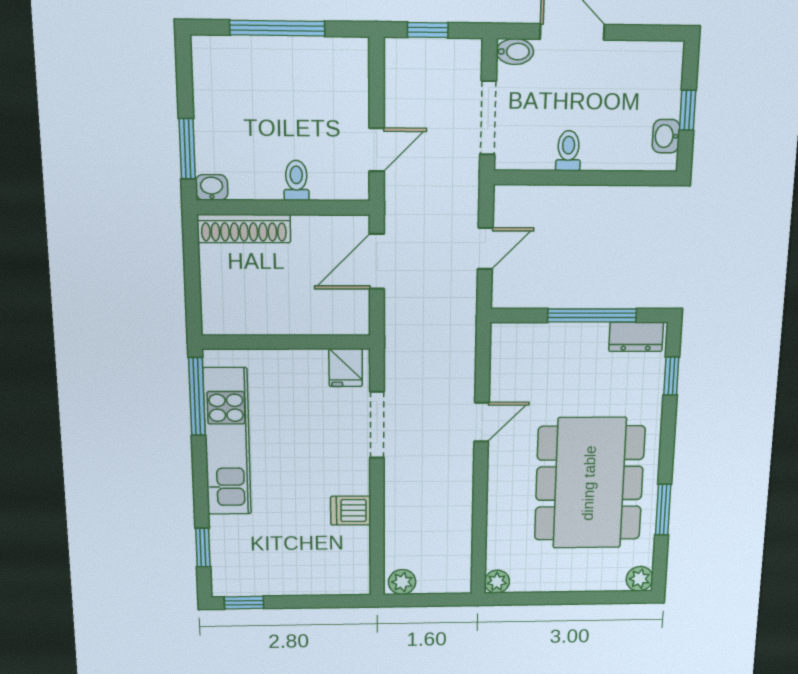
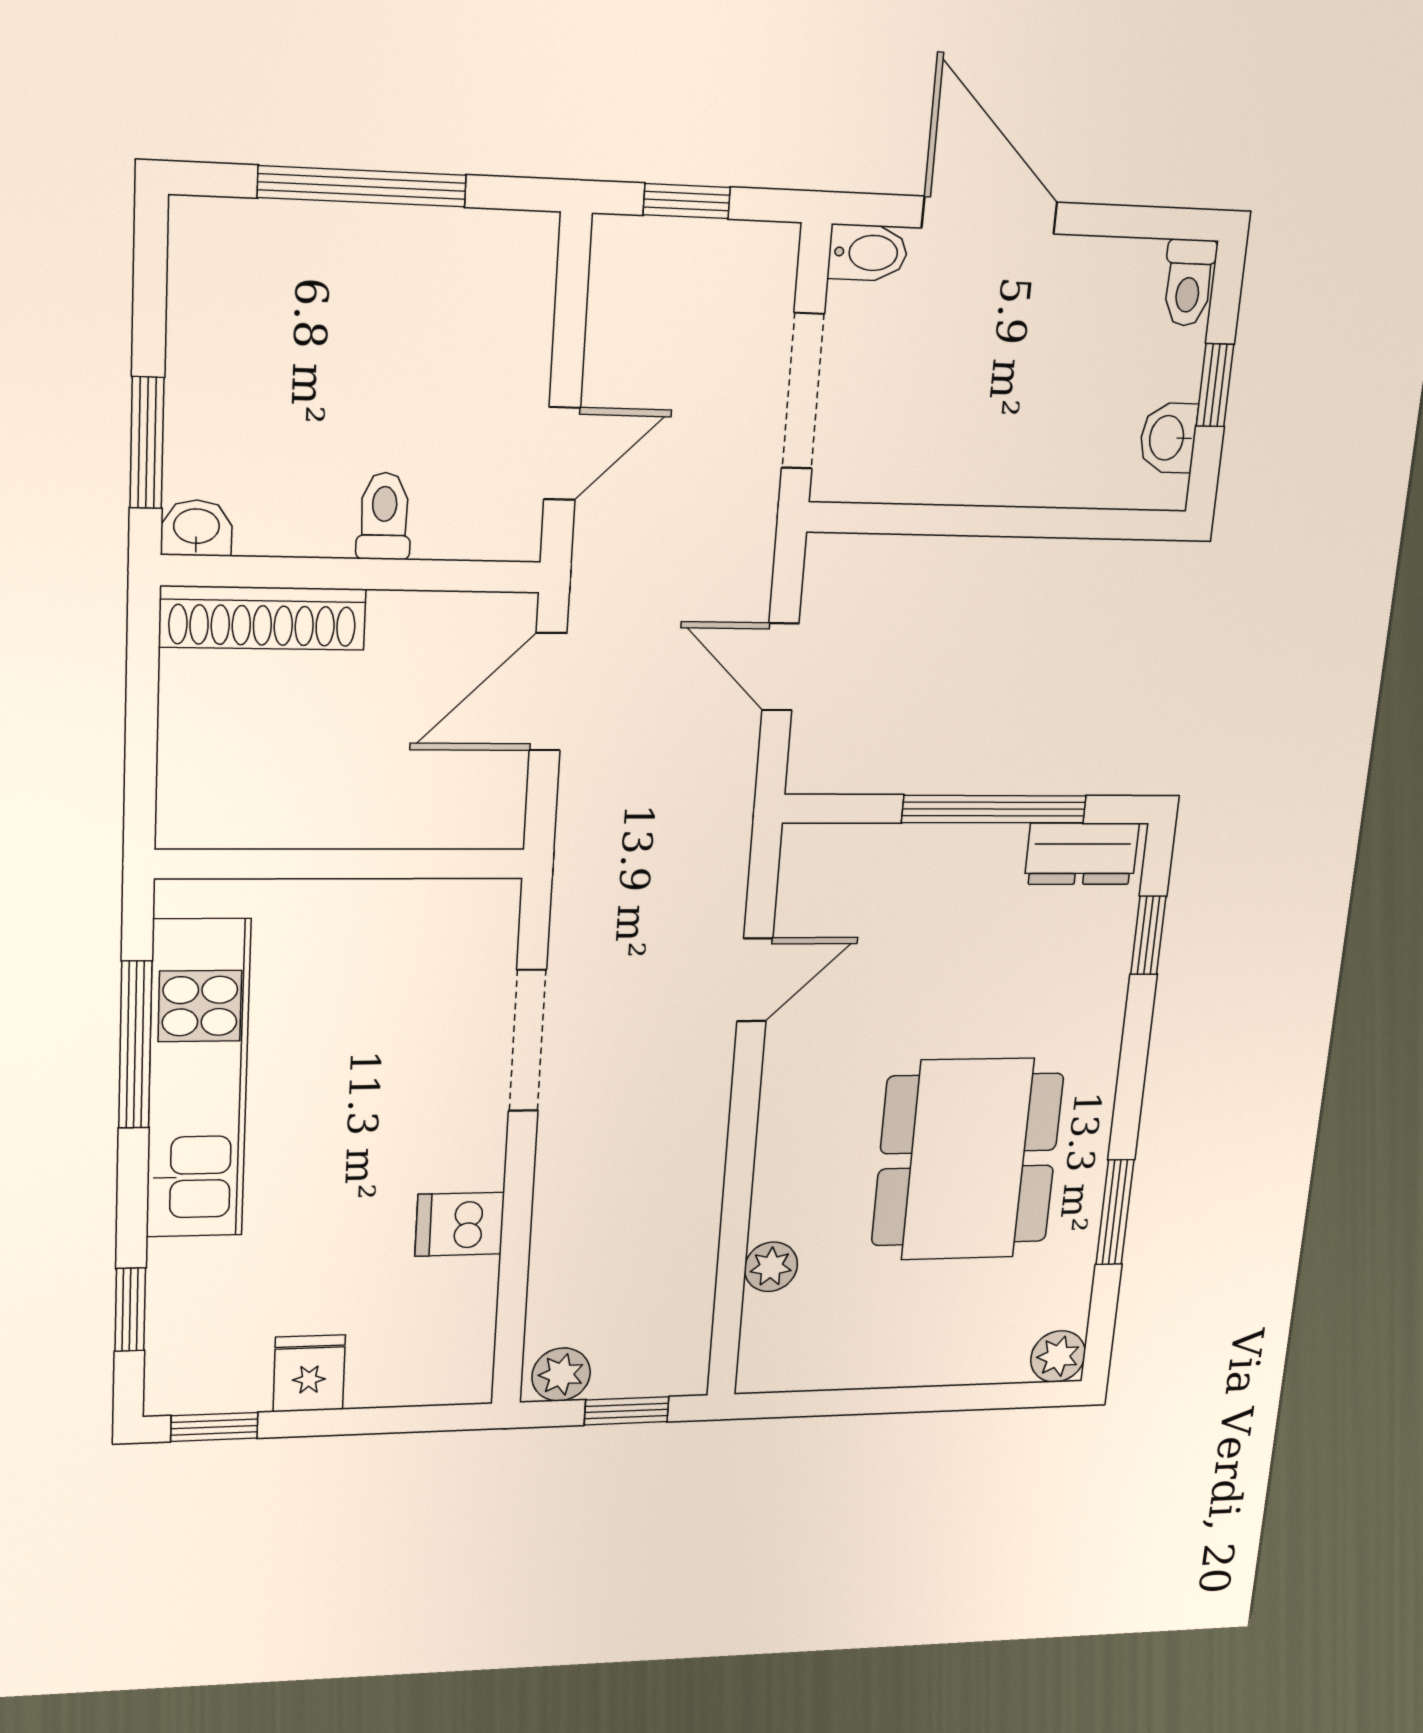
toilet: (568, 151) -> (1189, 283), moved, turned 180
door: (485, 248) -> (780, 667), swing flipped
fridge: (346, 368) -> (309, 1373), moved, turned 180
window: (197, 397) -> (135, 1045), moved
door: (482, 422) -> (755, 980), moved
dining table: (589, 483) -> (967, 1160), width x0.73, depth x0.80
plant: (497, 582) -> (771, 1267), moved
window: (434, 600) -> (627, 1411), added

